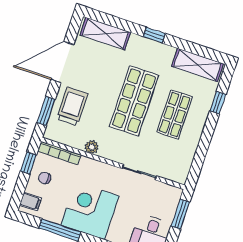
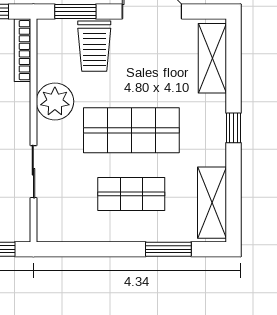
window: (218, 103) -> (168, 249), width x1.50
trolley: (72, 106) -> (94, 46), turned 90
plant: (92, 147) -> (55, 101), width x1.87, depth x1.87

